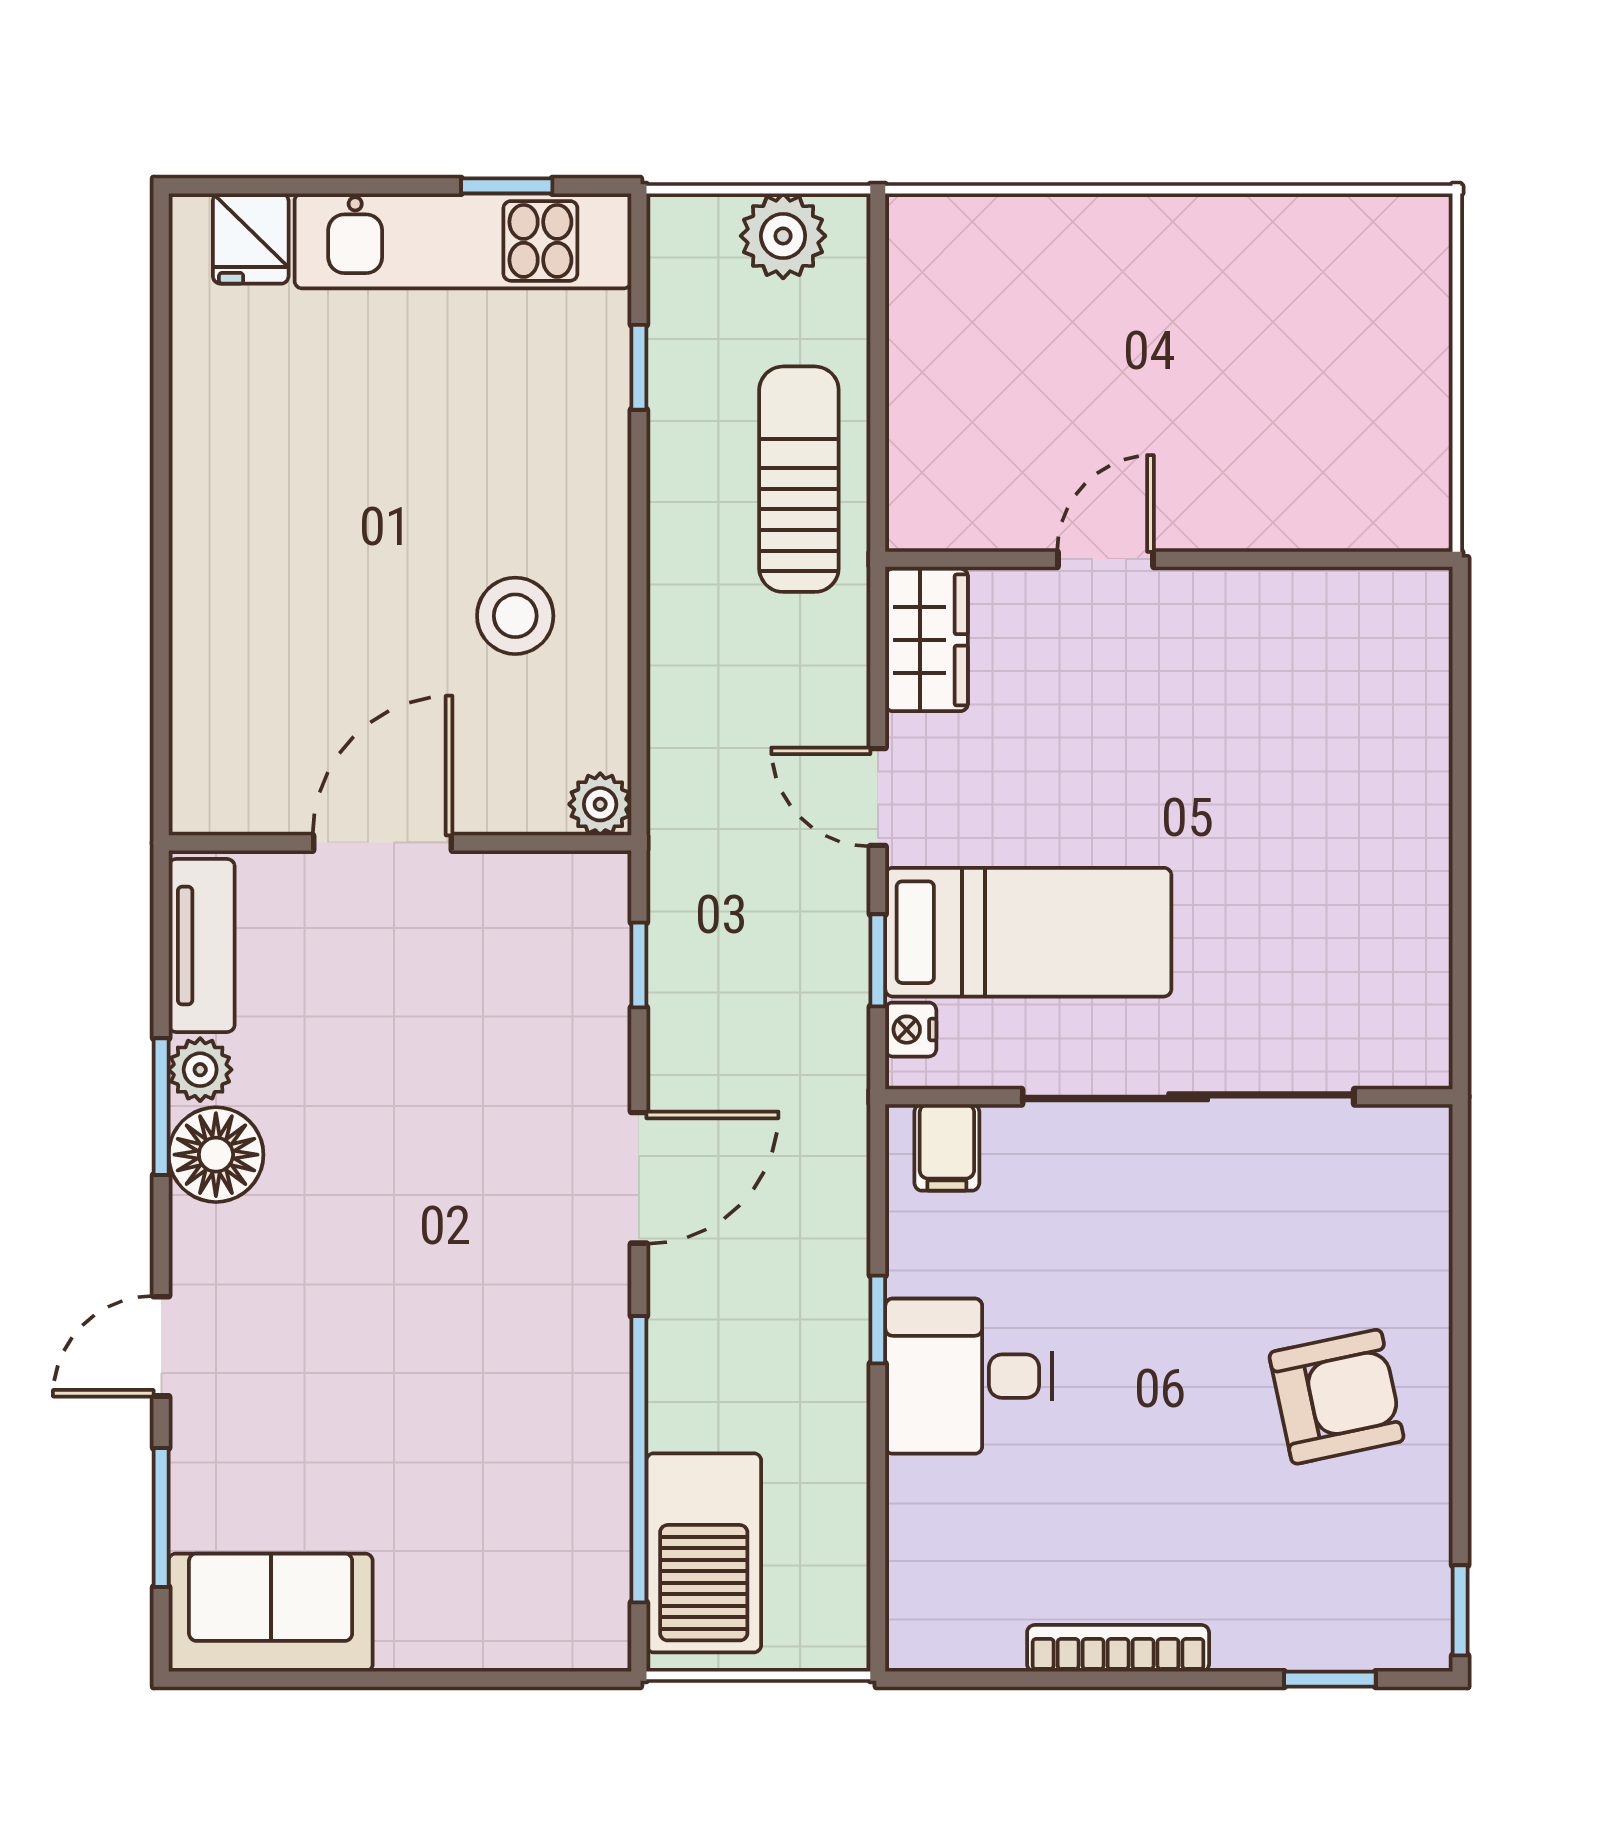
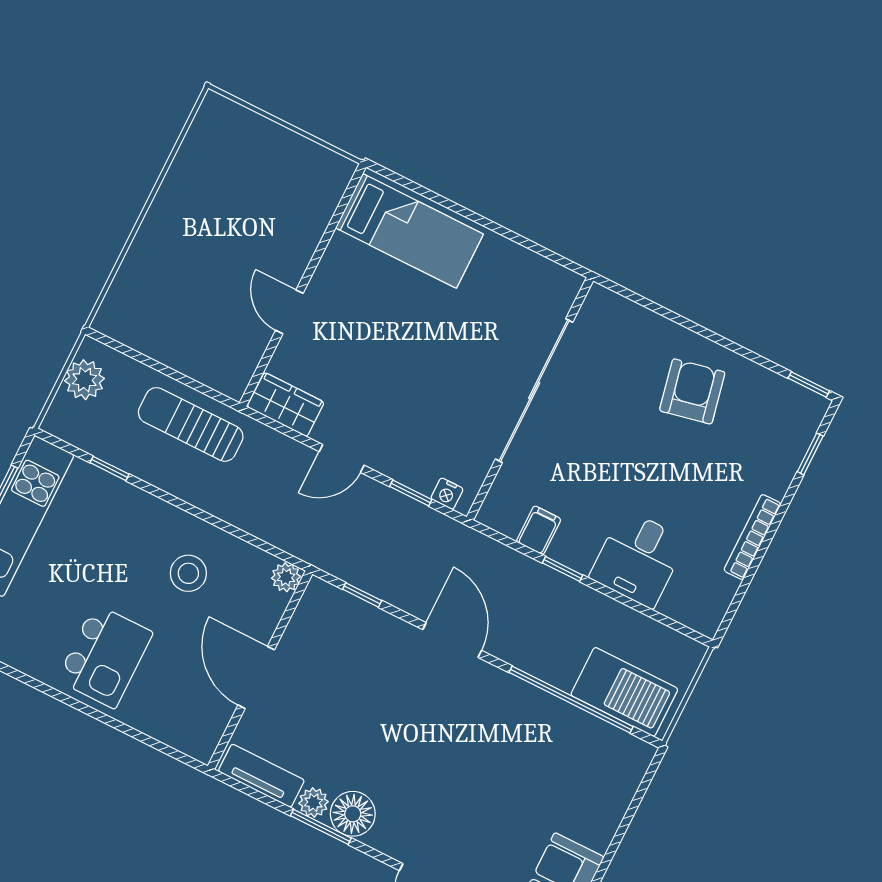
kitchen island: (279, 536) -> (105, 656), added
bed: (1028, 932) -> (409, 231), moved, turned 90
filing cabinet: (947, 1147) -> (539, 530), moved, turned -90
desk: (969, 1376) -> (638, 559), moved

